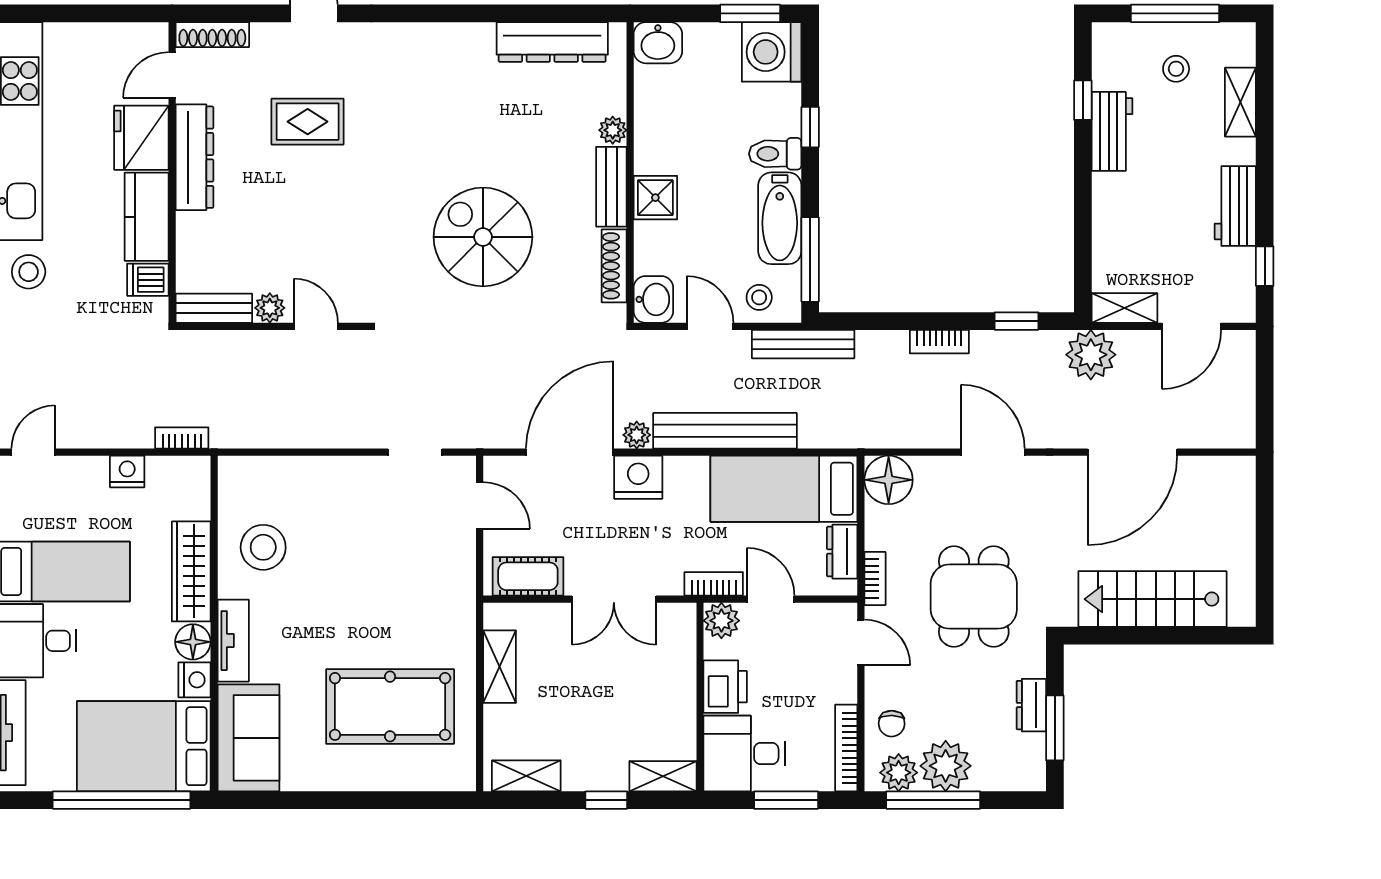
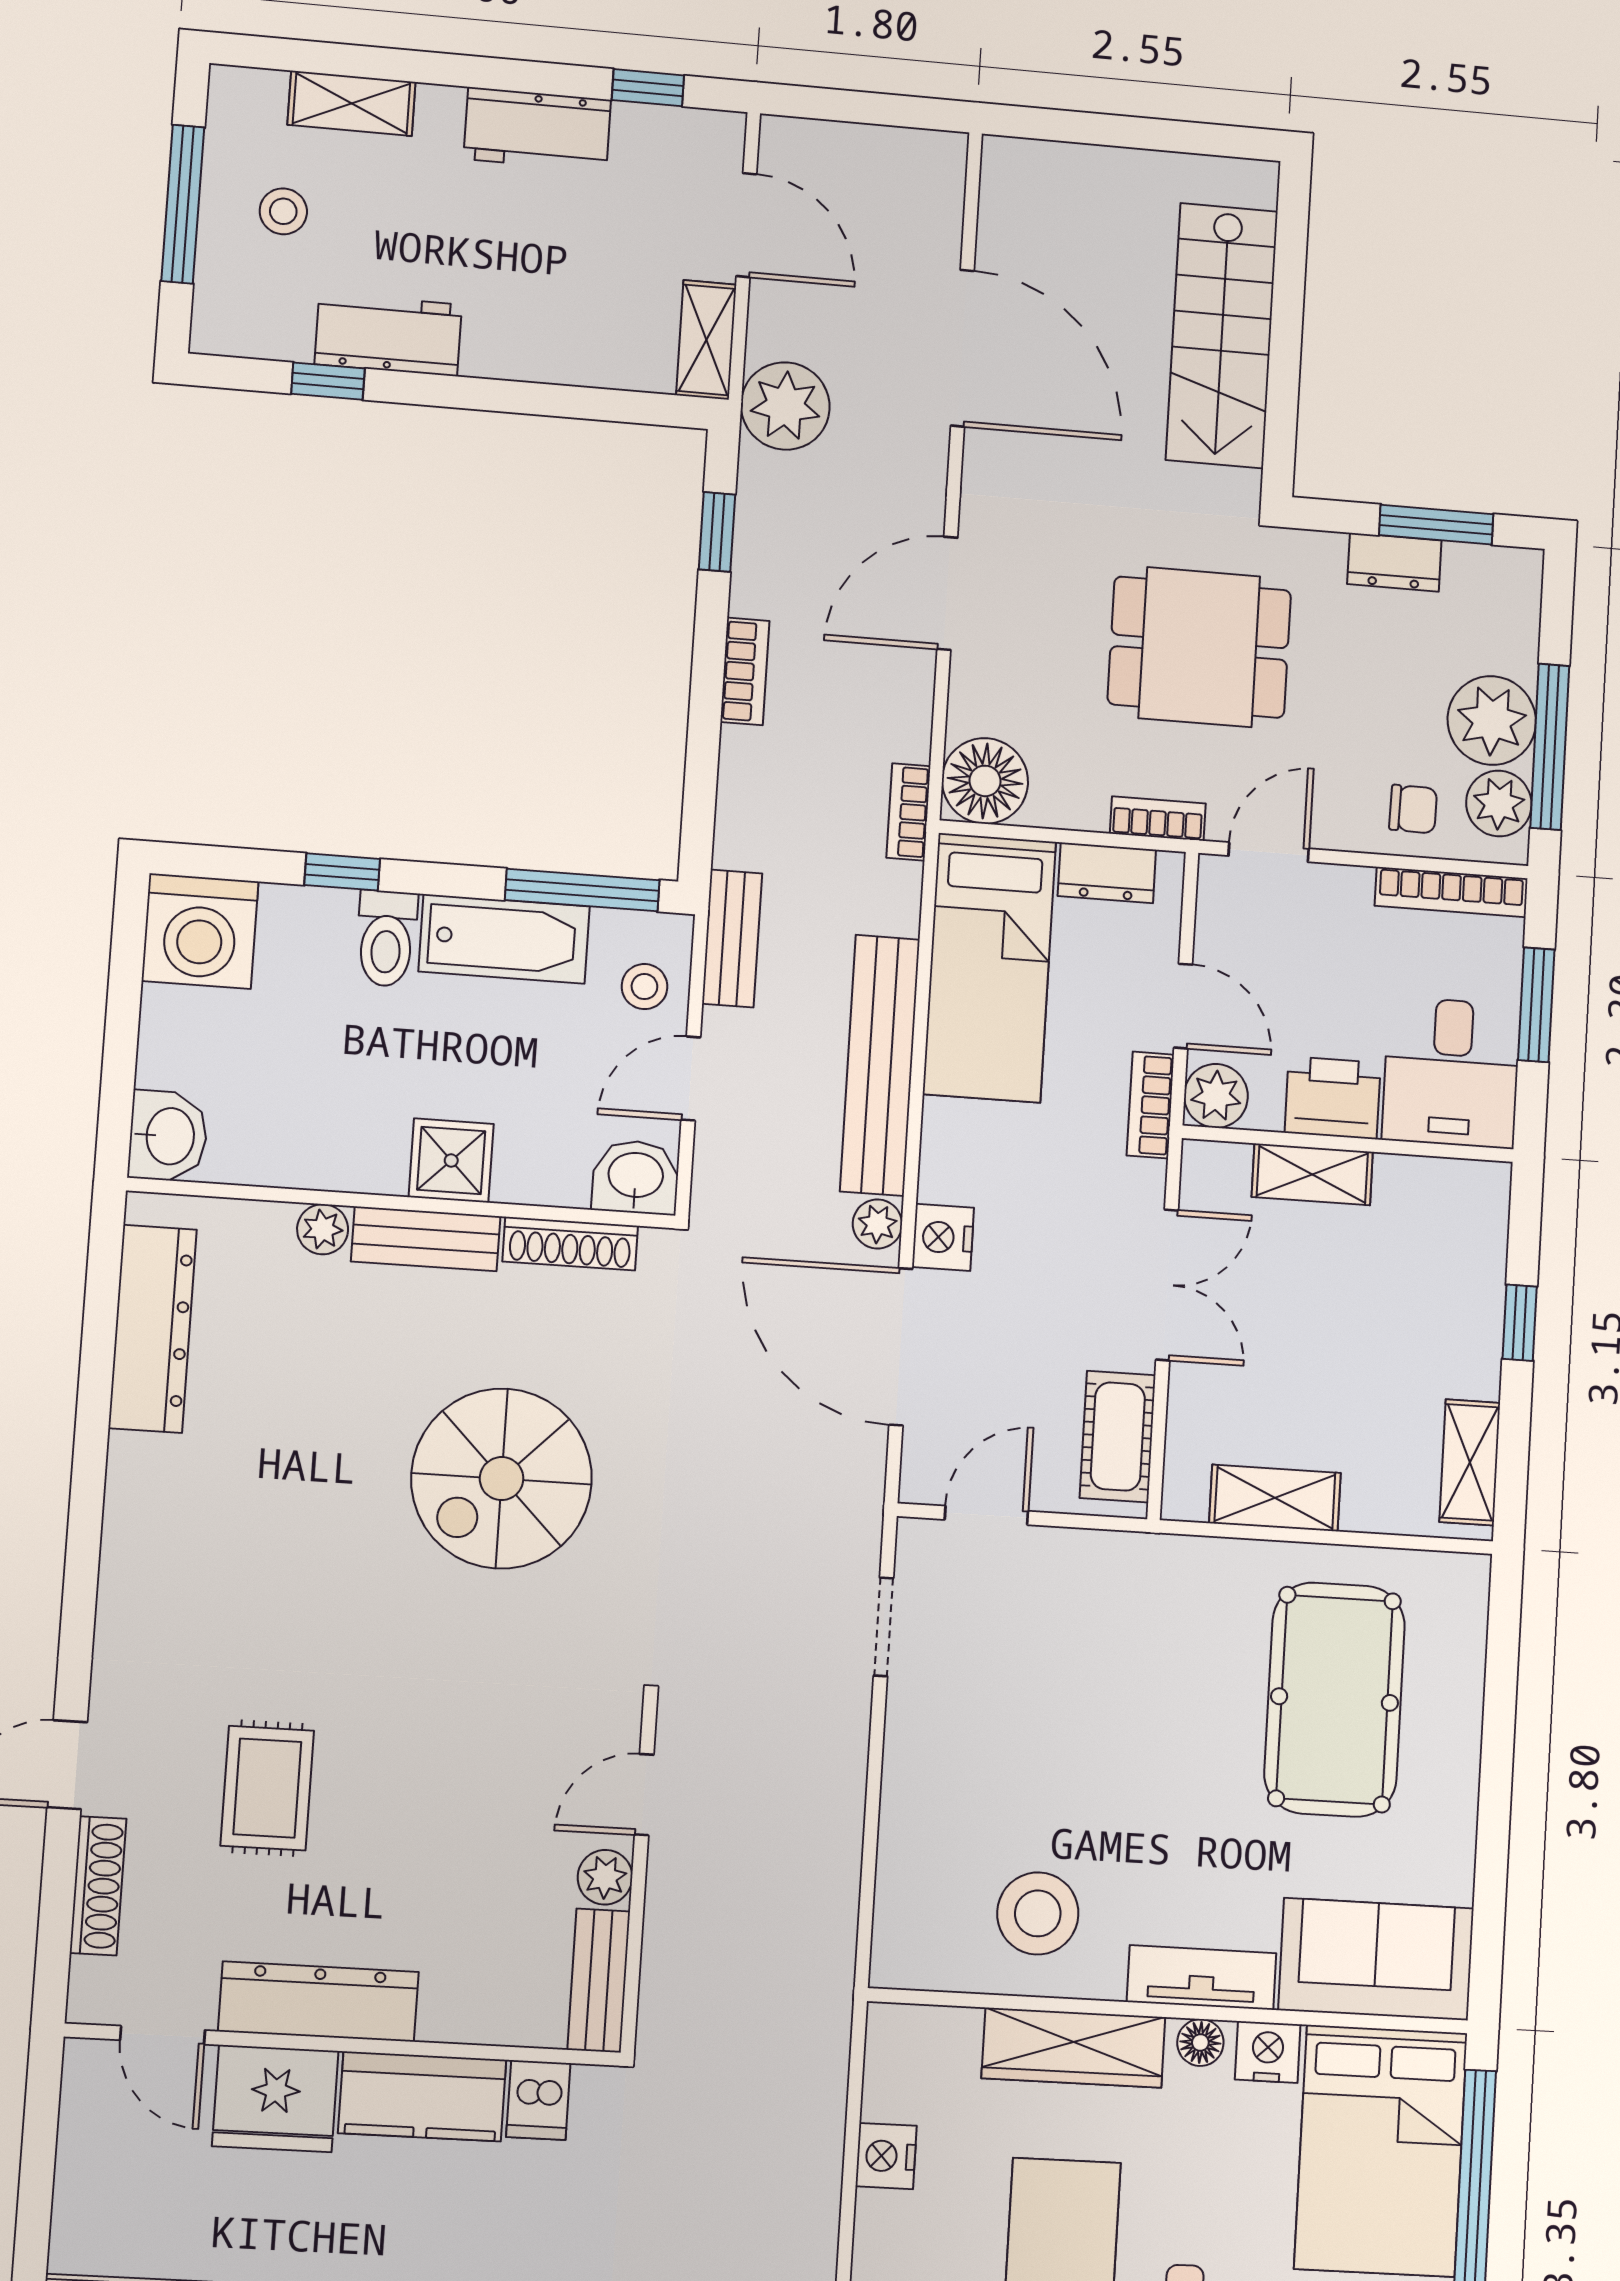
window: (750, 13) -> (126, 965), removed
shoe rack: (212, 35) -> (98, 1886), moved
bench: (803, 344) -> (732, 939), width x0.73
bookcase: (182, 438) -> (908, 812), moved
nightstand: (638, 477) -> (943, 1237), width x0.74, depth x0.75
door: (771, 599) -> (1183, 1006), swing flipped
floor lamp: (193, 642) -> (1200, 2043), width x0.73, depth x0.73
shelving: (663, 776) -> (1312, 1174), moved, turned 90

